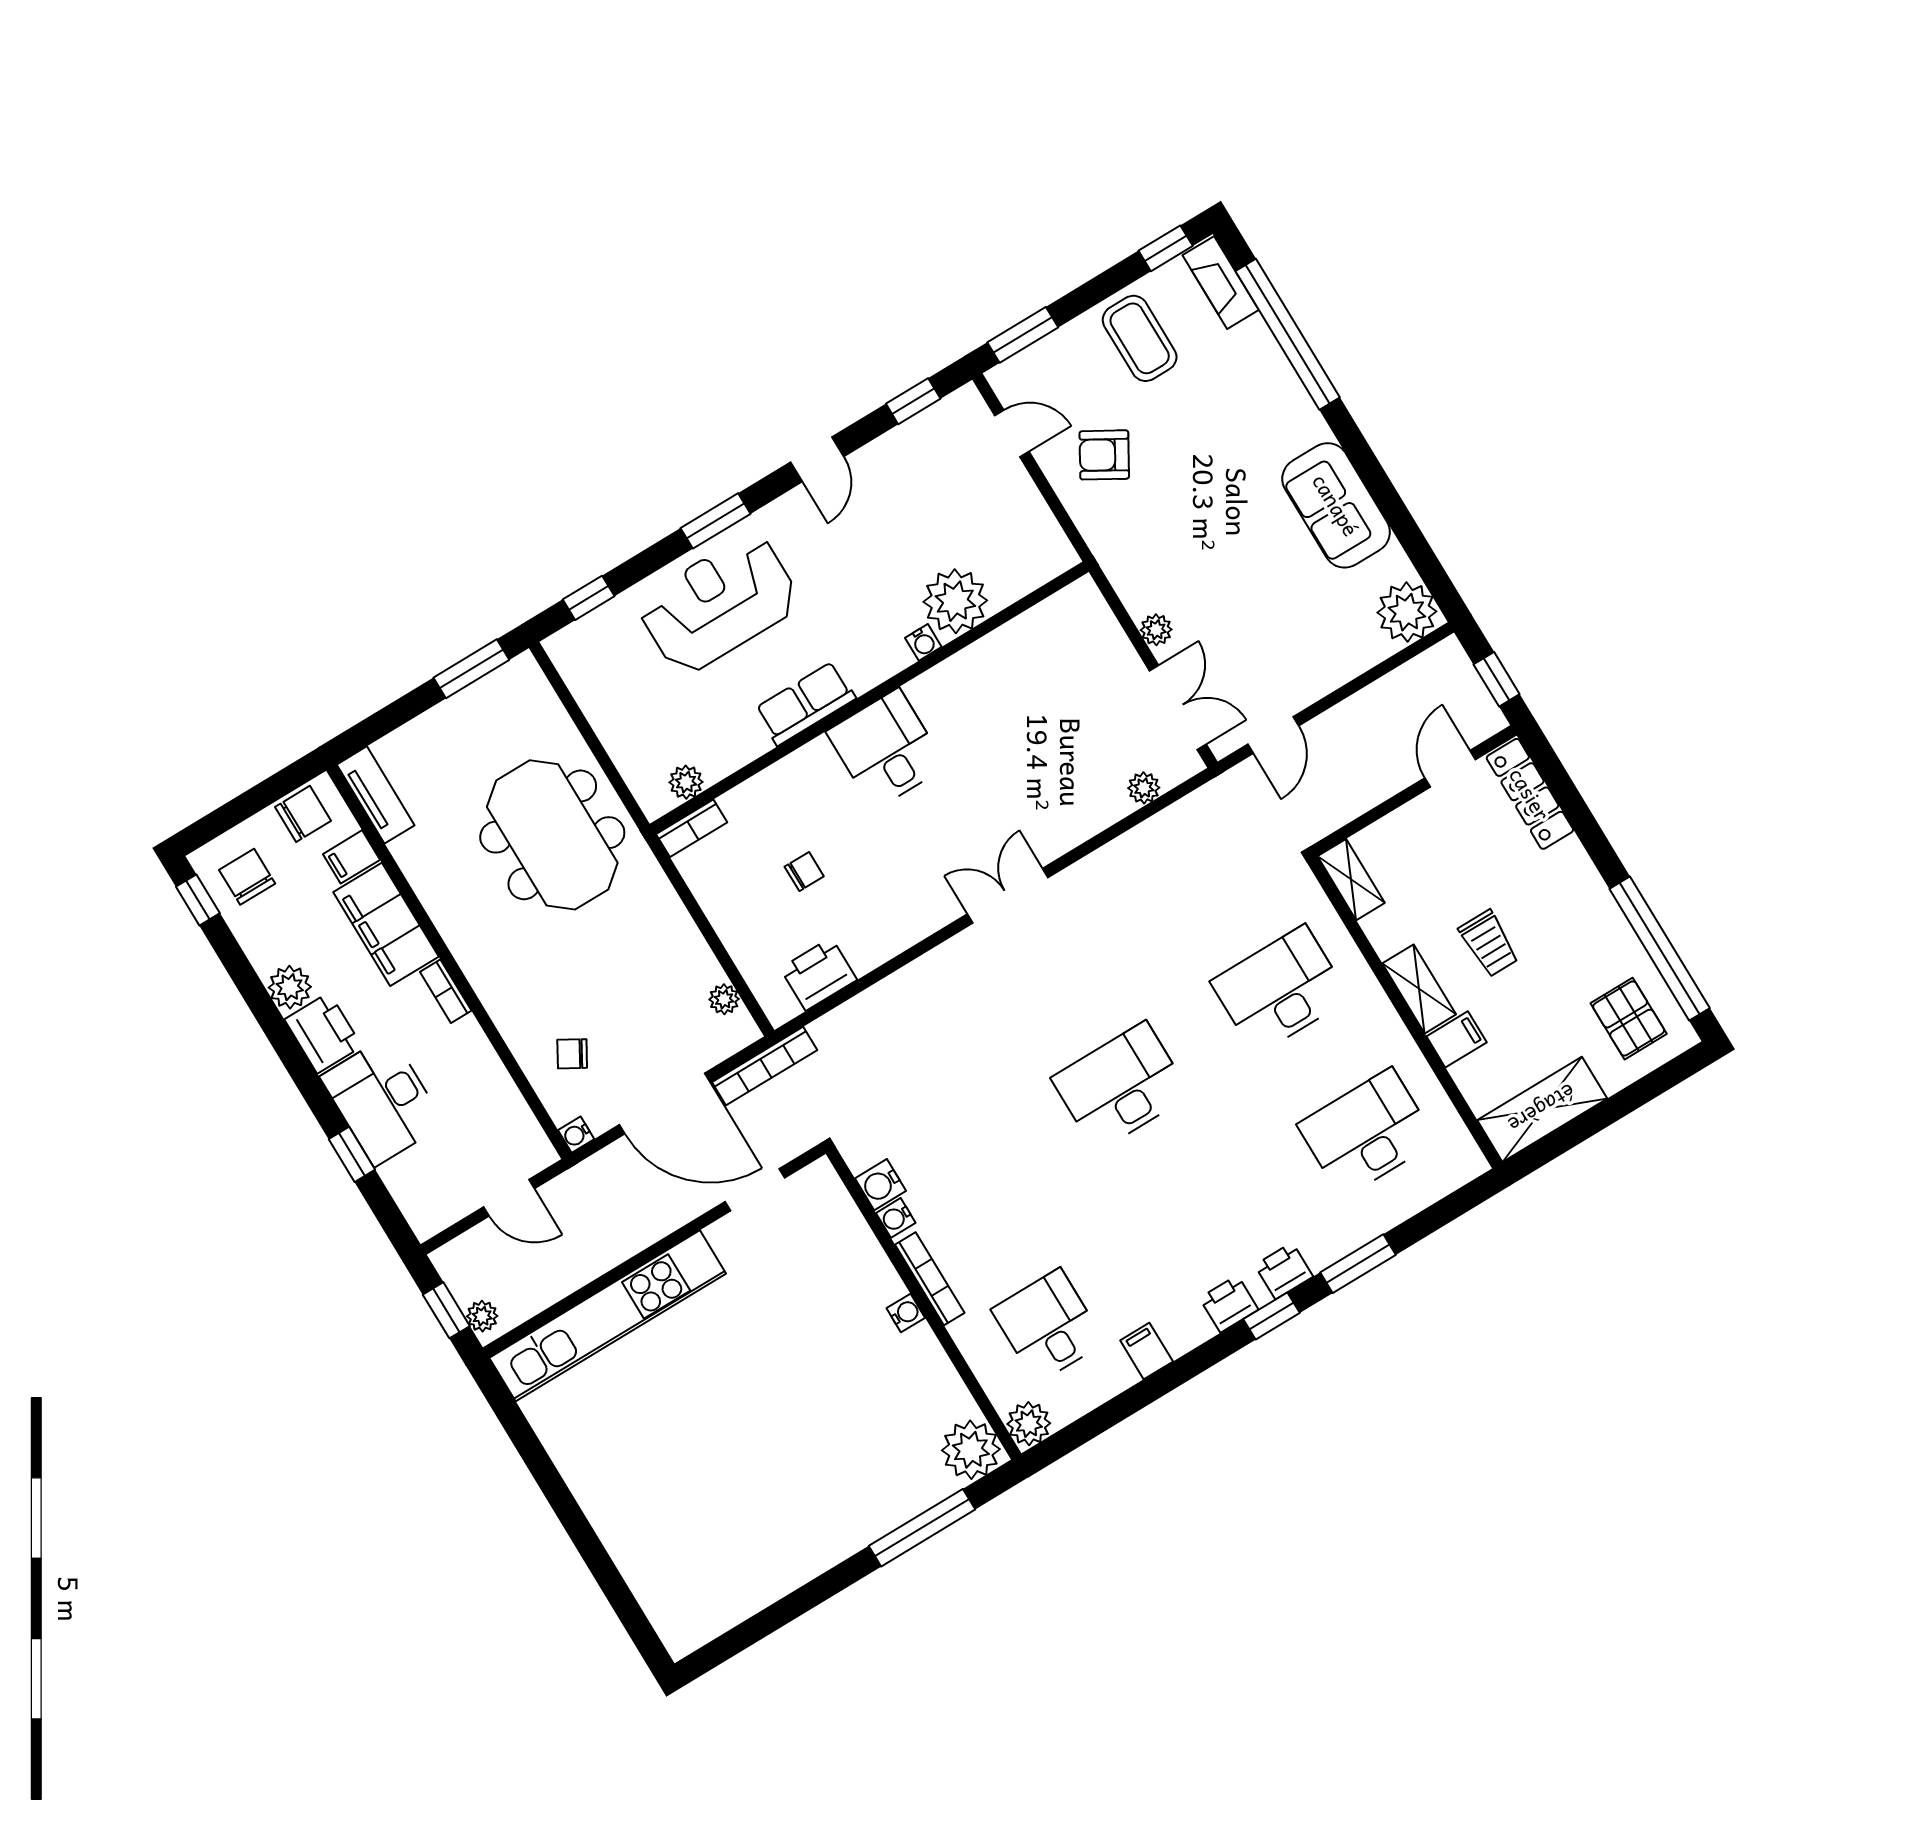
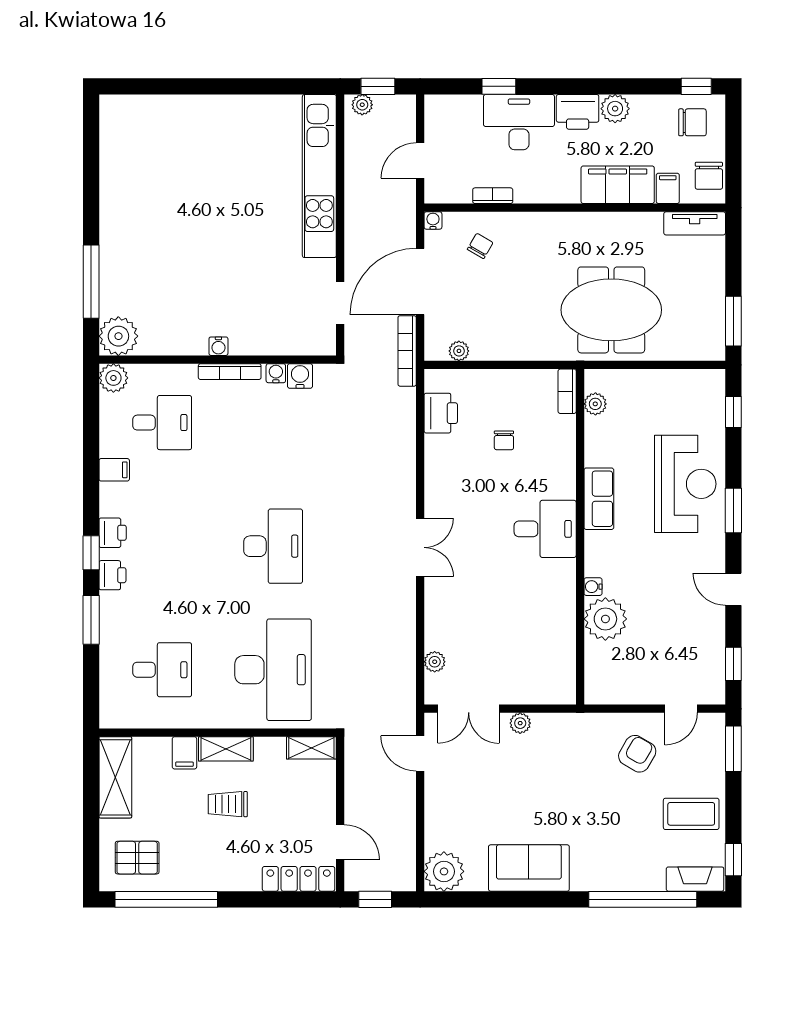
desk: (1280, 990) -> (273, 670), width x1.36, depth x1.30
bookcase: (446, 991) -> (493, 196), moved
desk: (1367, 1133) -> (162, 670), width x0.73

